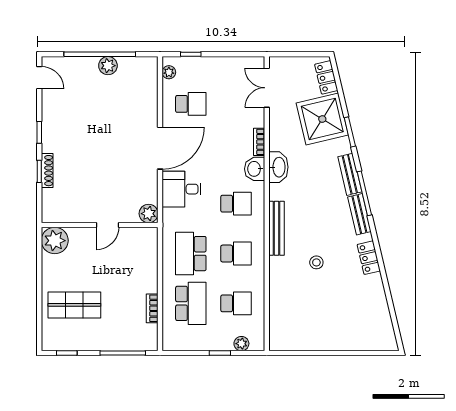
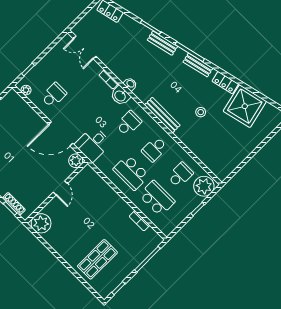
shower: (322, 119) -> (245, 106), moved
door: (160, 148) -> (61, 134), swing flipped
washbasin: (278, 167) -> (130, 84), width x0.52, depth x0.69
bench: (350, 174) -> (162, 43), moved
plant: (149, 214) -> (76, 161), moved
wall: (100, 225) -> (56, 192), moved
door: (107, 225) -> (60, 188), moved
plant: (55, 241) -> (41, 223), moved
school desk: (236, 254) -> (154, 149), turned 180
plant: (241, 344) -> (204, 186), width x1.87, depth x1.87

